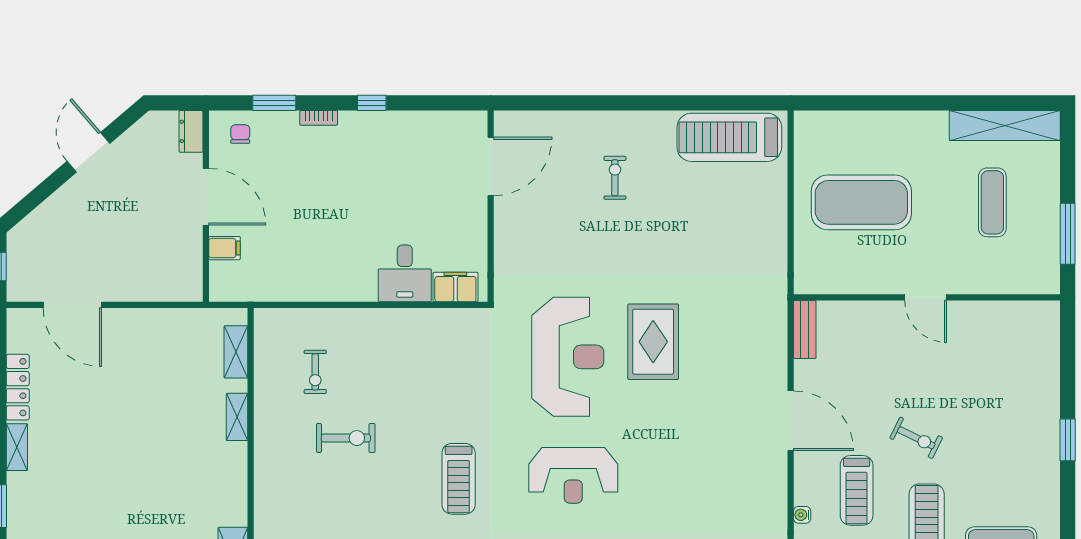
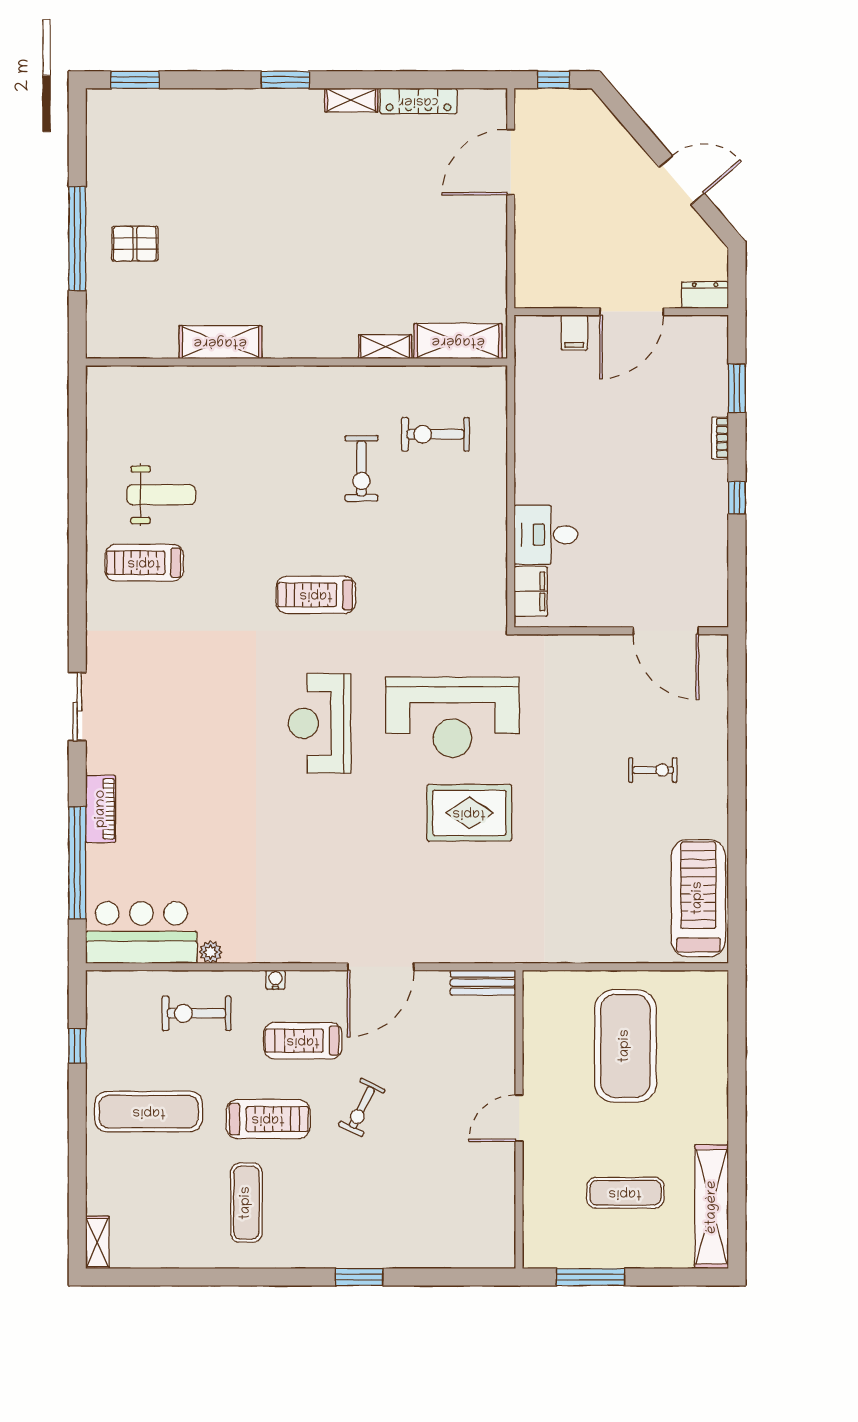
chair: (240, 134) -> (702, 350), removed
shelving: (236, 352) -> (458, 341), width x1.50, depth x1.33
exercise bike: (315, 372) -> (435, 434), width x1.38, depth x1.39

